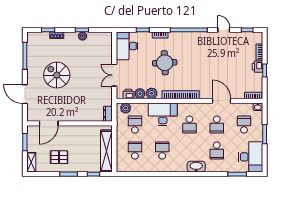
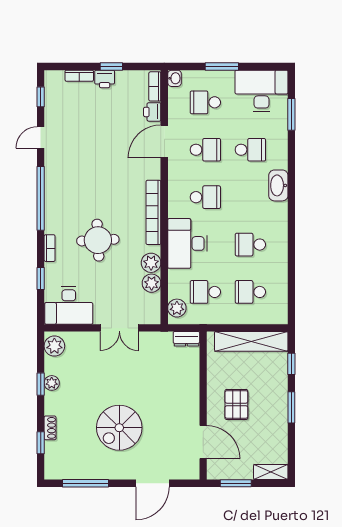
plant: (104, 38) -> (54, 346), added
printer: (128, 94) -> (152, 112), moved
pallet: (59, 157) -> (236, 404), moved

